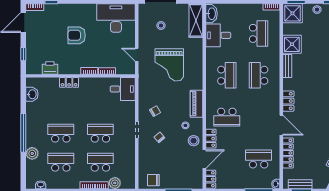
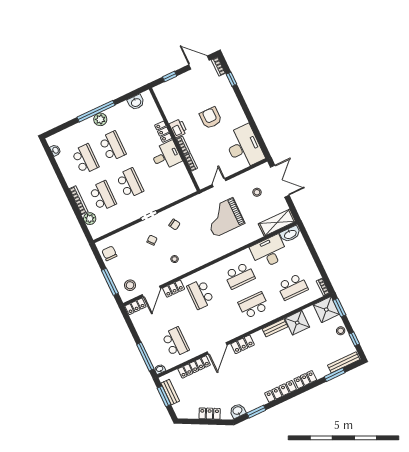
desk: (218, 35) -> (269, 252), width x1.37
printer: (50, 68) -> (178, 128), moved
desk: (123, 89) -> (166, 156), moved, turned -90
piano: (196, 104) -> (200, 260), removed
stool: (194, 141) -> (130, 285), moved
plant: (32, 153) -> (100, 119), moved
door: (204, 159) -> (151, 291), hinge flipped

